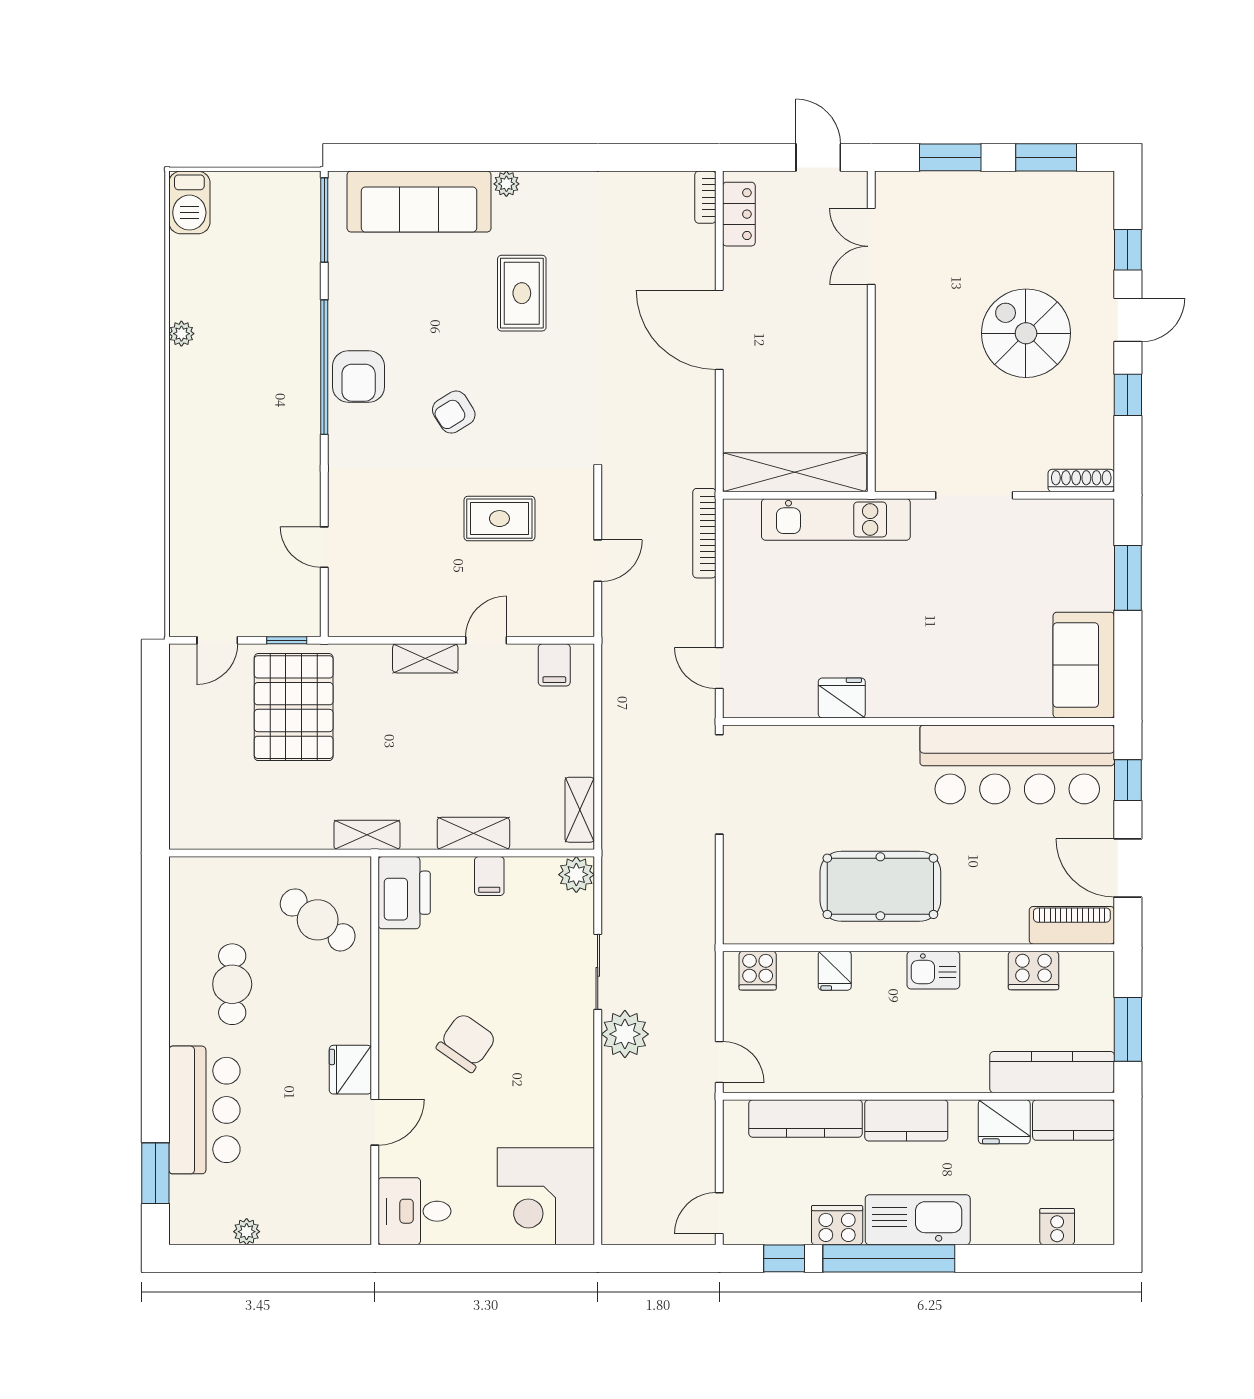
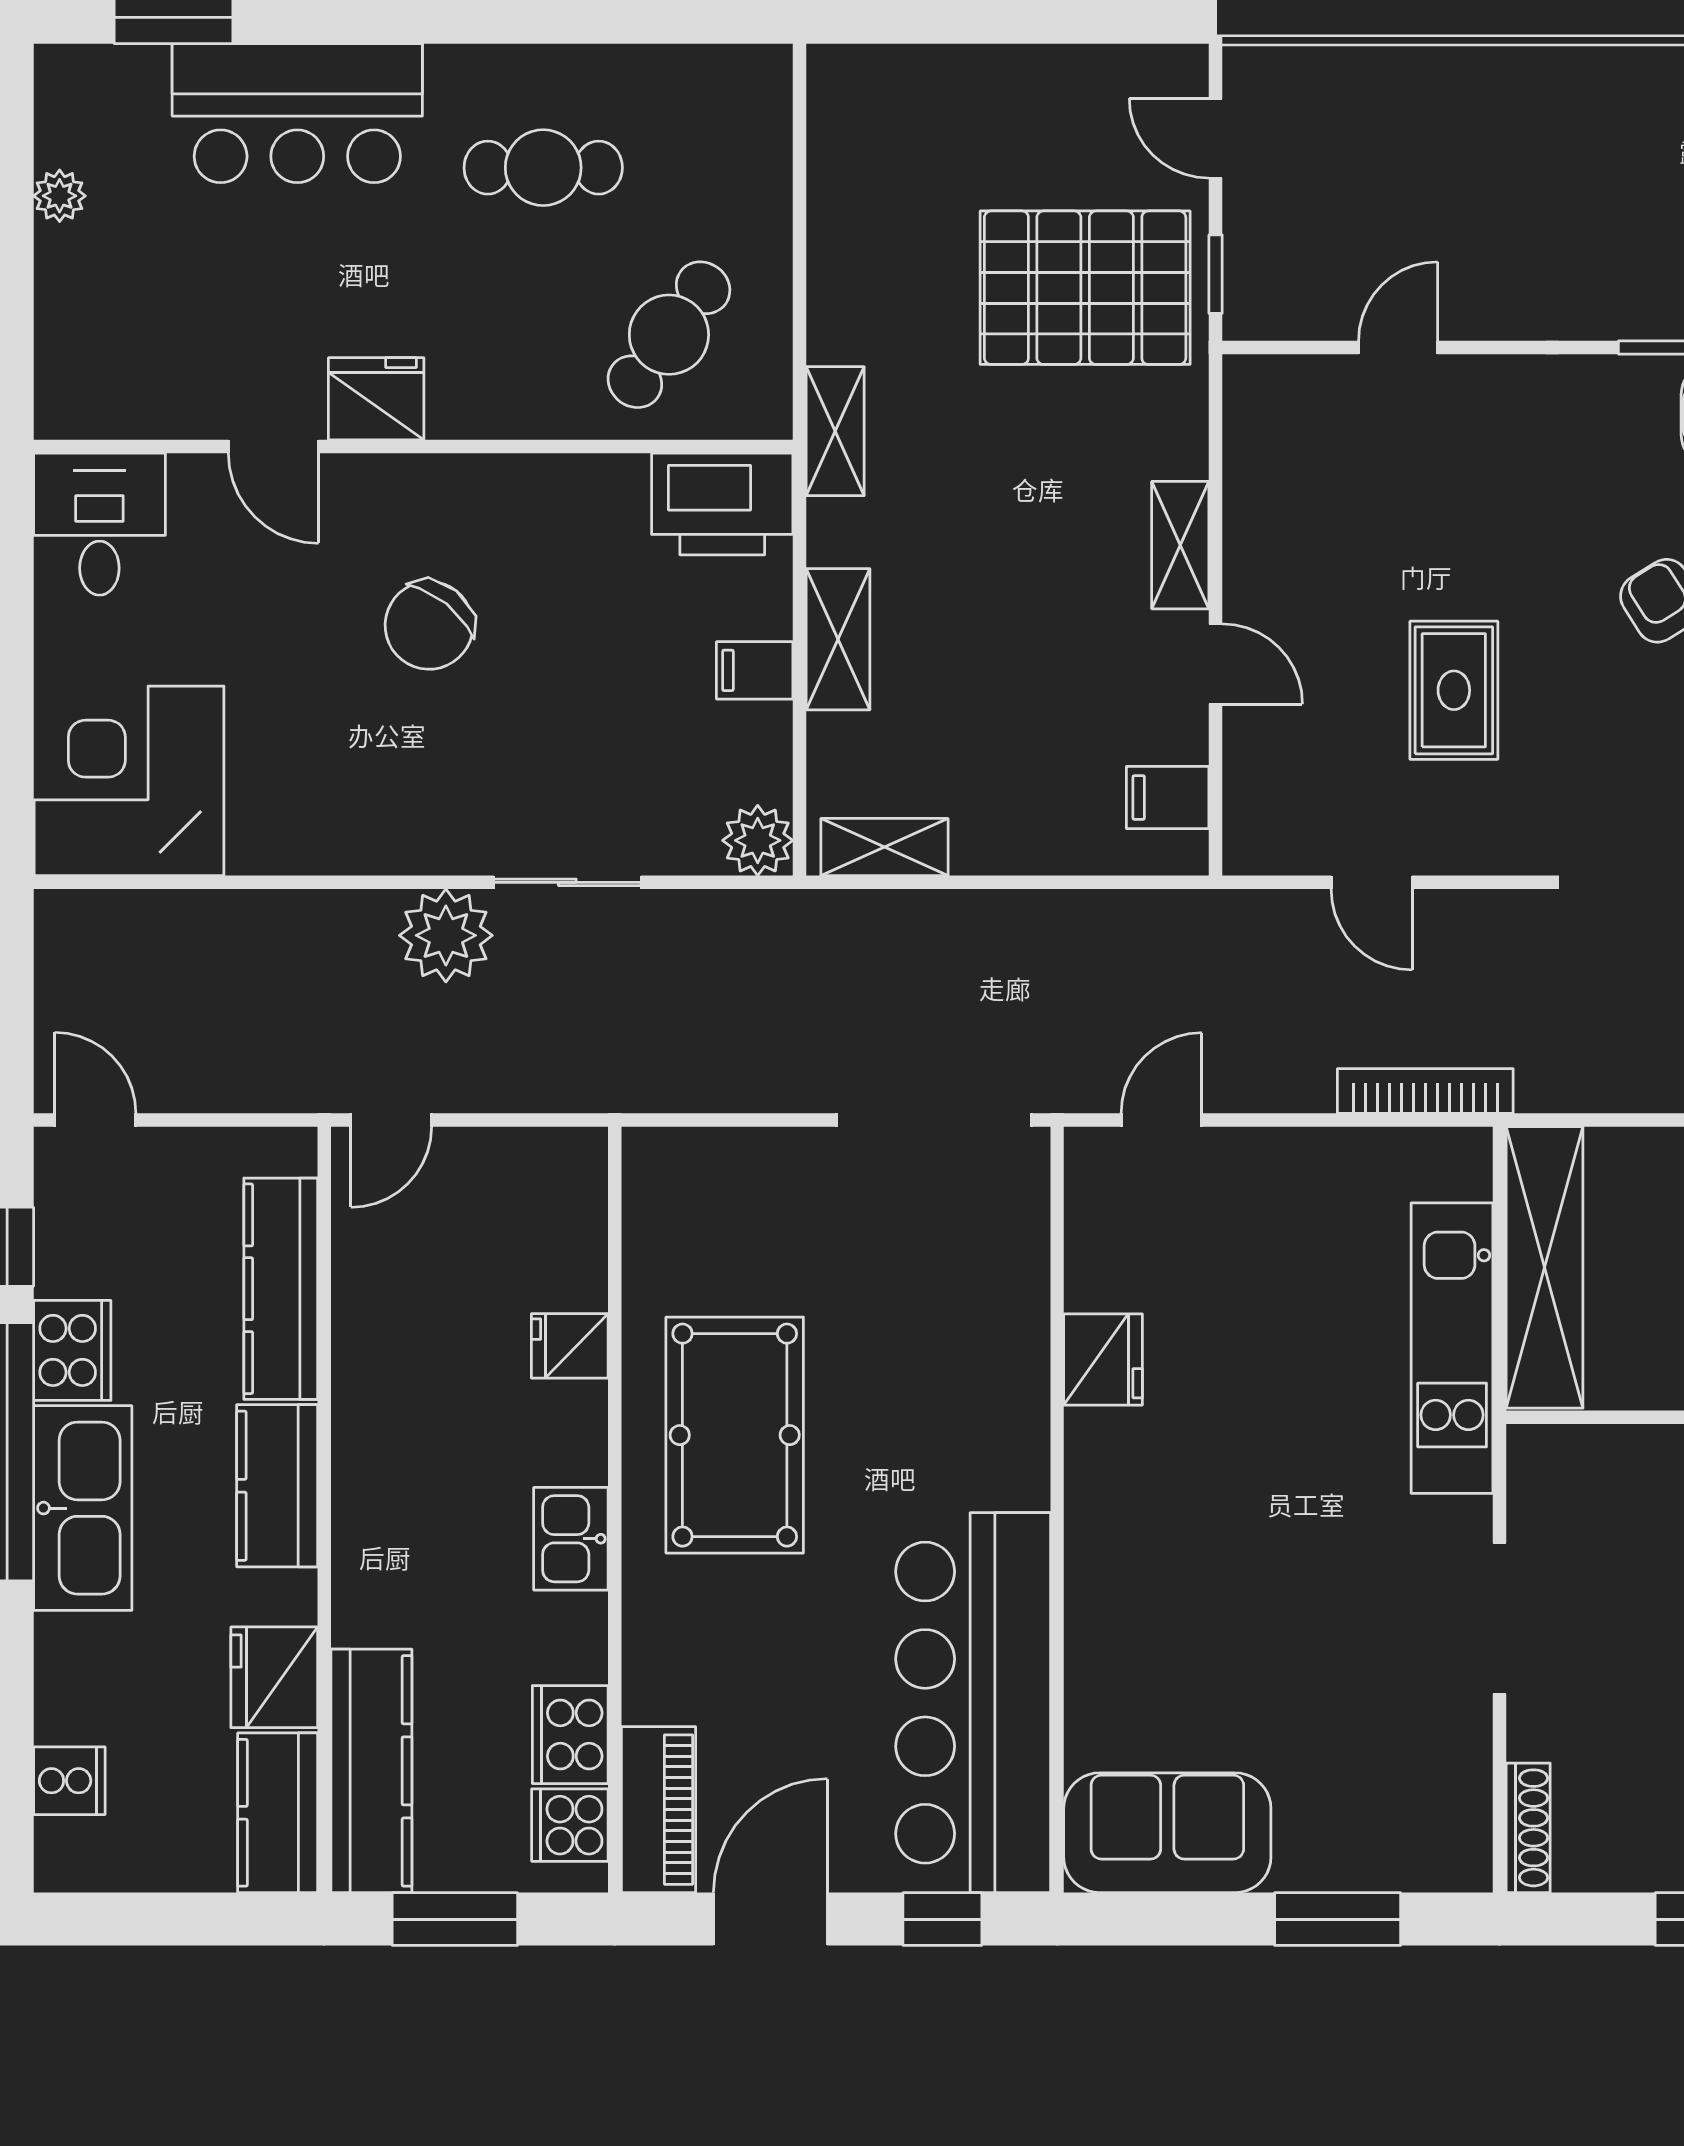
cooker: (758, 971) -> (570, 1825), moved
chair: (466, 1043) -> (429, 625), turned 94

